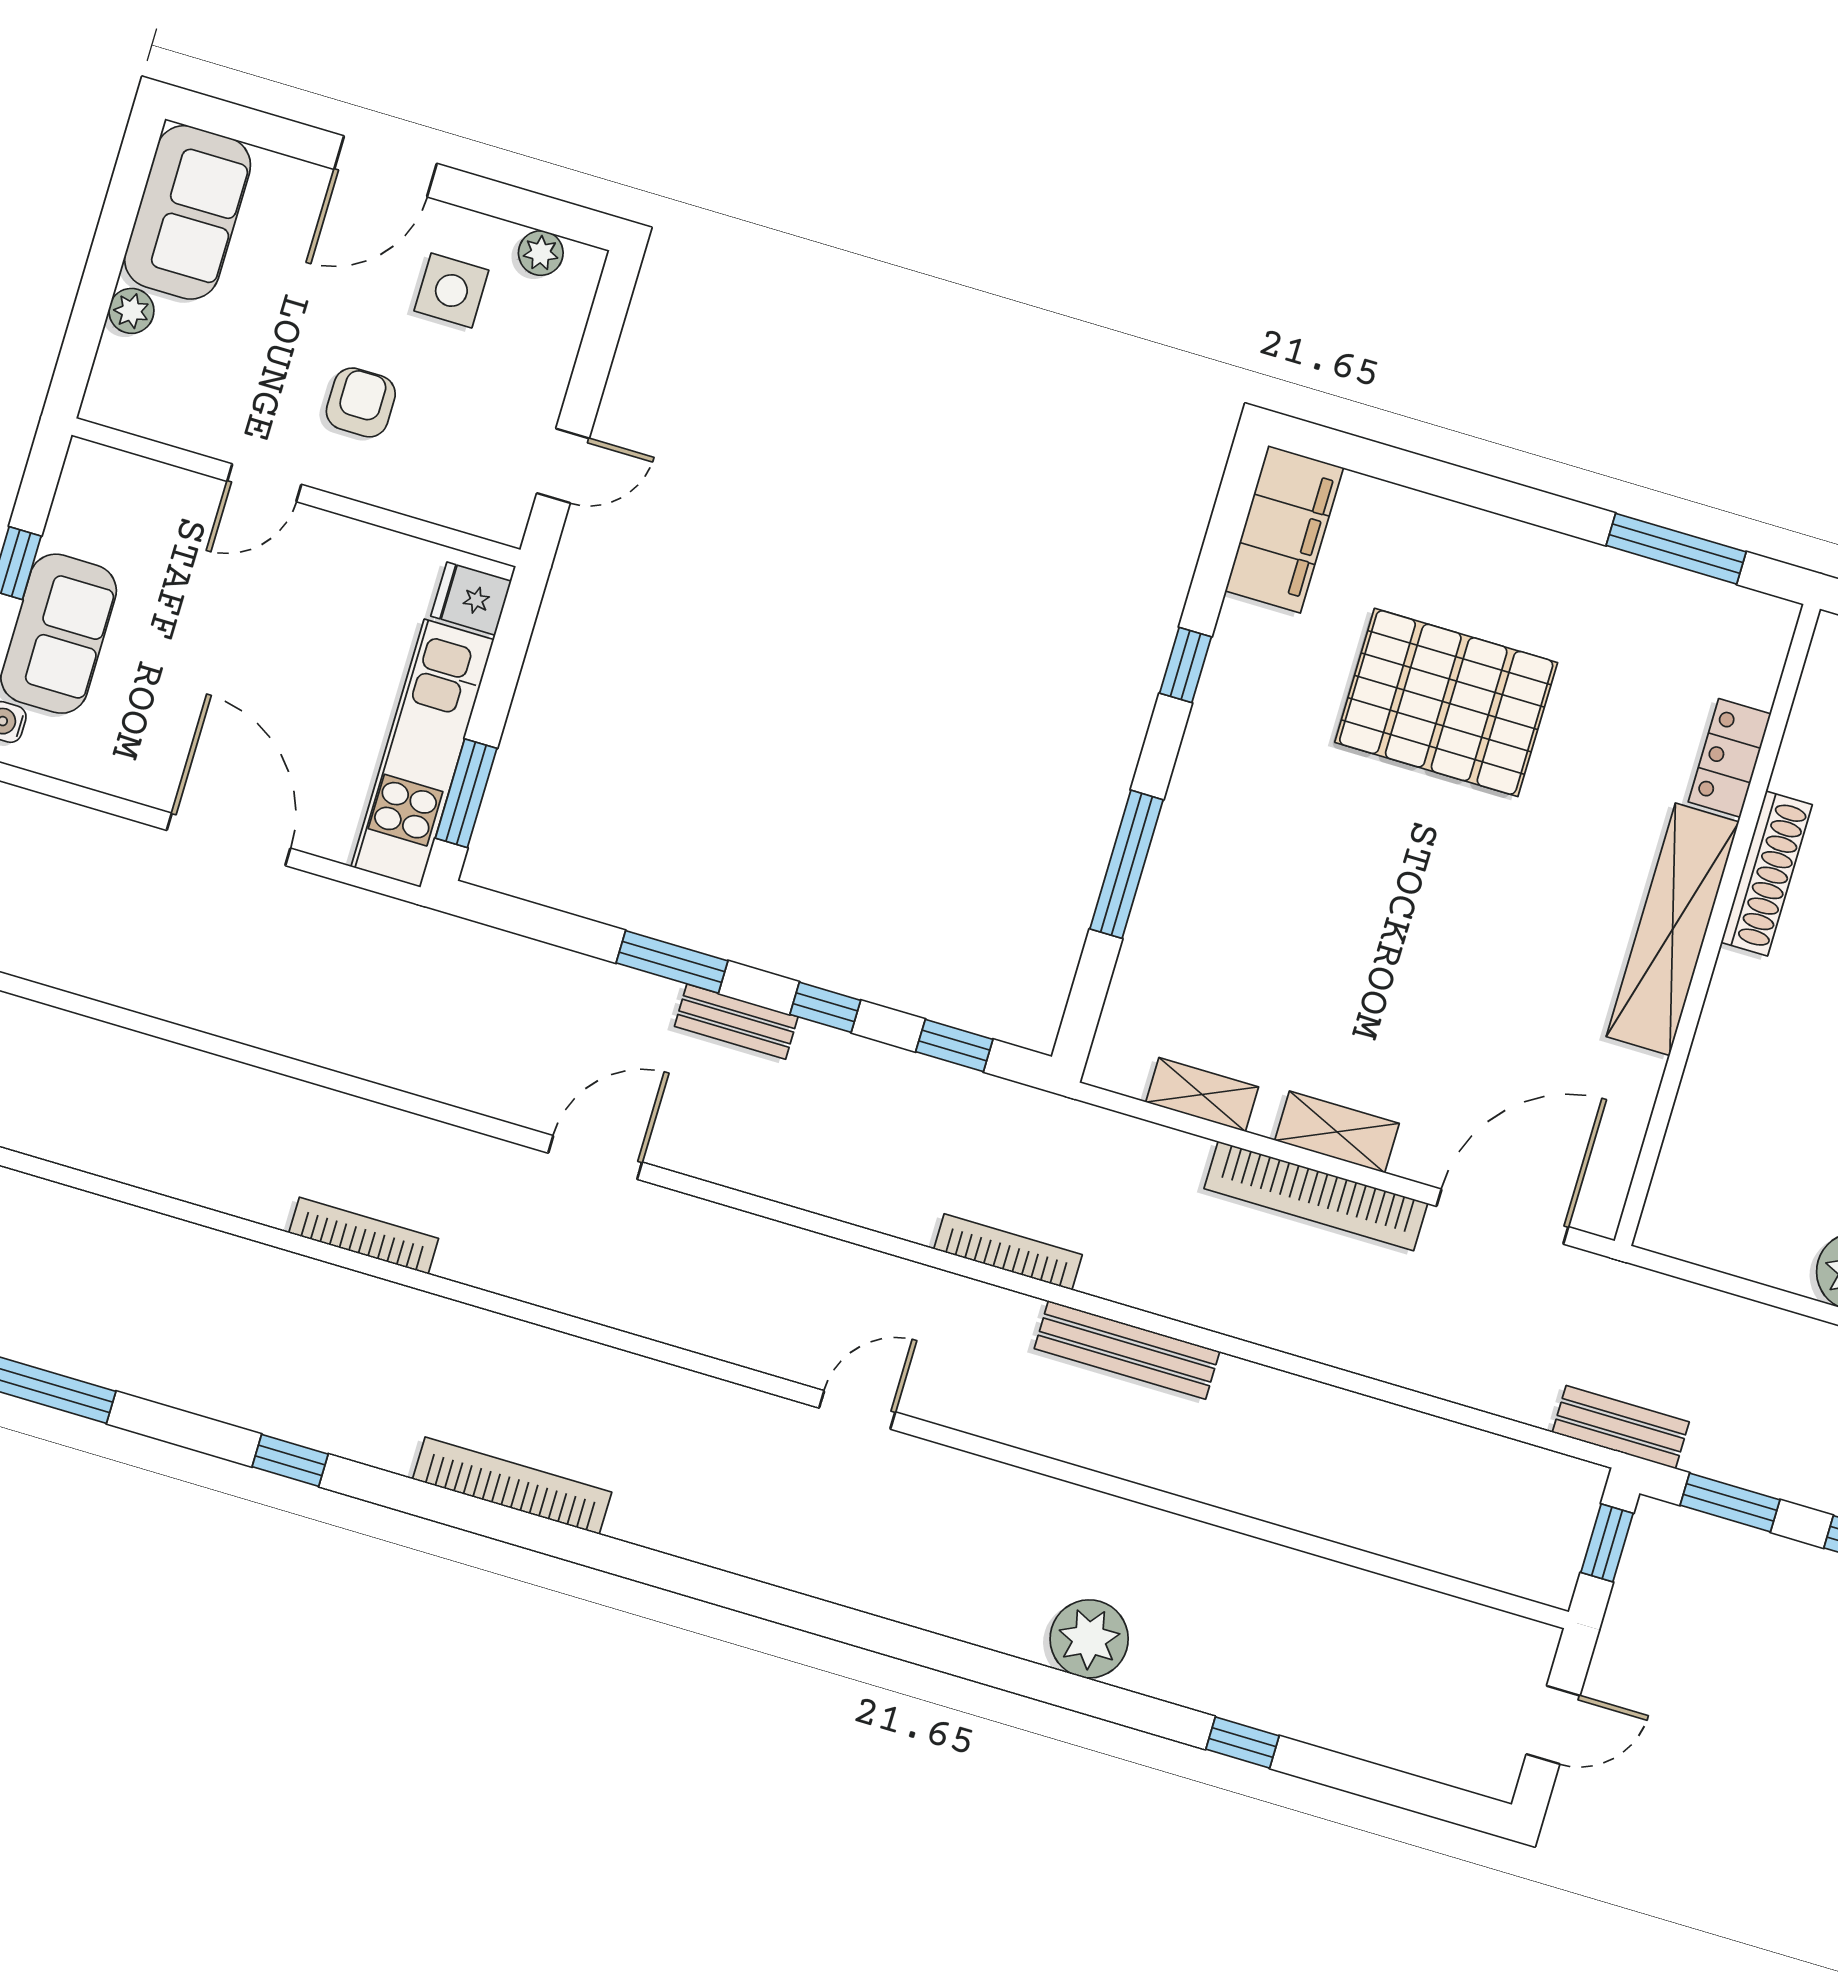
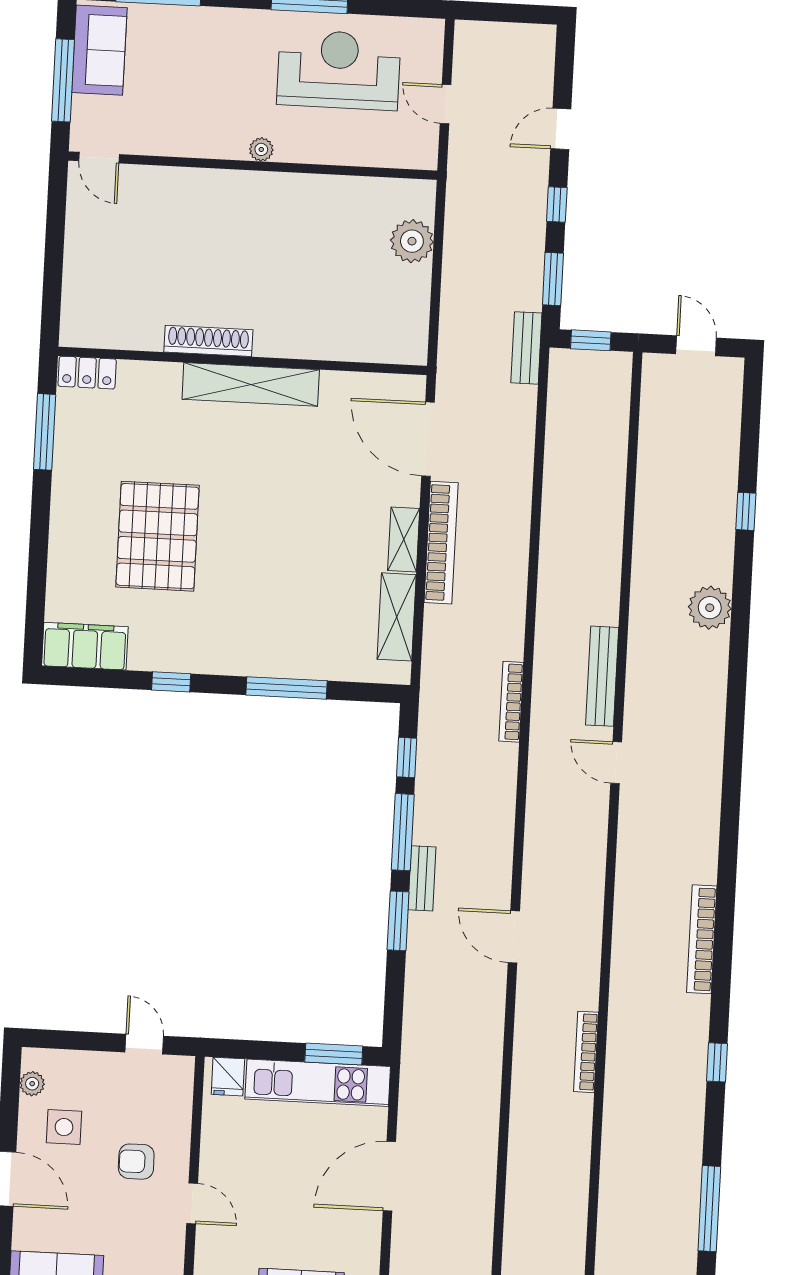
locker: (1730, 758) -> (87, 373), moved
window: (825, 1007) -> (403, 832), width x2.17
shelving: (1202, 1095) -> (397, 617), width x1.50, depth x1.33
bench: (1127, 1350) -> (602, 676), moved

